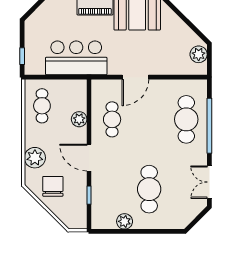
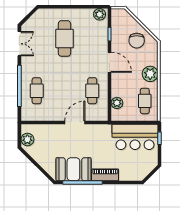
bar counter: (76, 58) -> (135, 137), moved
plant: (79, 119) -> (117, 103), moved
cafe table: (186, 119) -> (37, 91), width x0.73, depth x0.74
plant: (35, 158) -> (150, 74), moved
plant: (125, 221) -> (100, 14), moved

